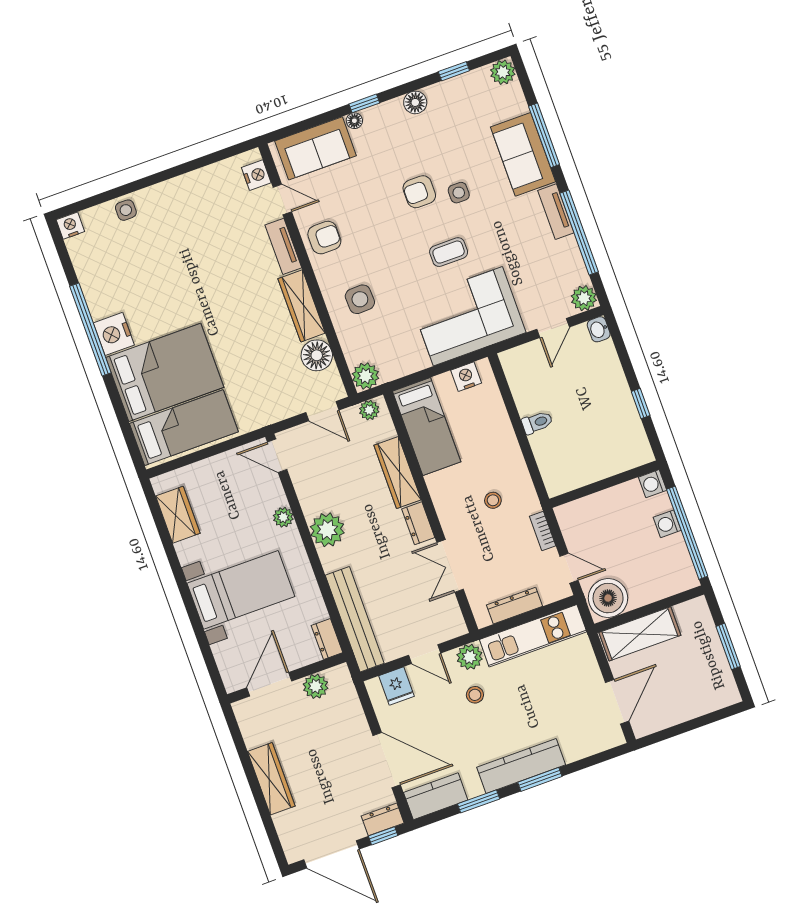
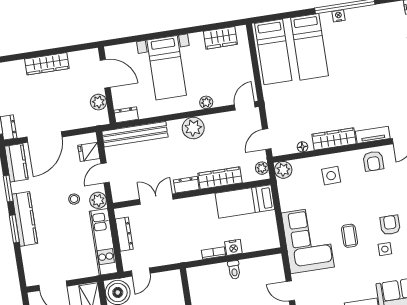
nightstand: (114, 334) -> (339, 16), width x0.53, depth x0.56
floor lamp: (317, 355) -> (302, 147), width x0.53, depth x0.53
bed: (165, 372) -> (309, 47), width x0.67
nightstand: (466, 377) -> (233, 247), moved, turned 90
stool: (493, 500) -> (192, 233), removed
bookcase: (543, 531) -> (213, 253), moved

